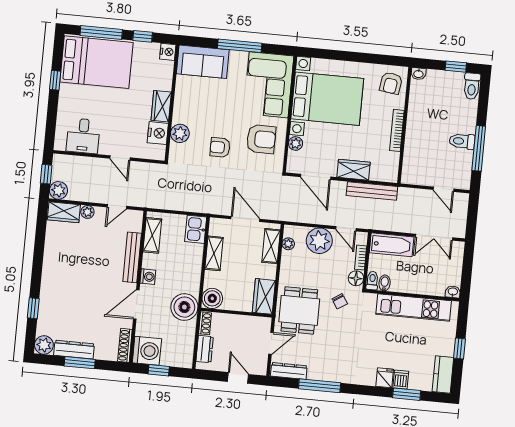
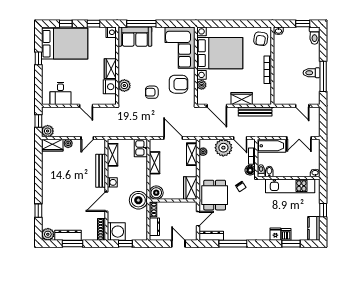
window: (101, 32) -> (66, 24), width x0.46
window: (240, 46) -> (141, 24), moved

